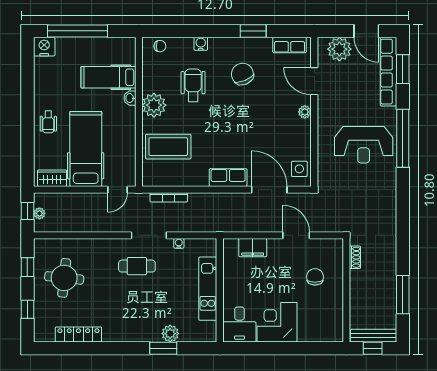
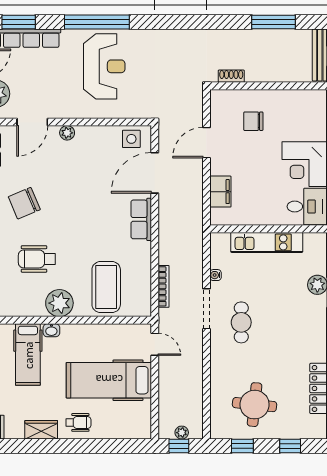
wardrobe: (52, 178) -> (41, 430), moved, turned 90

